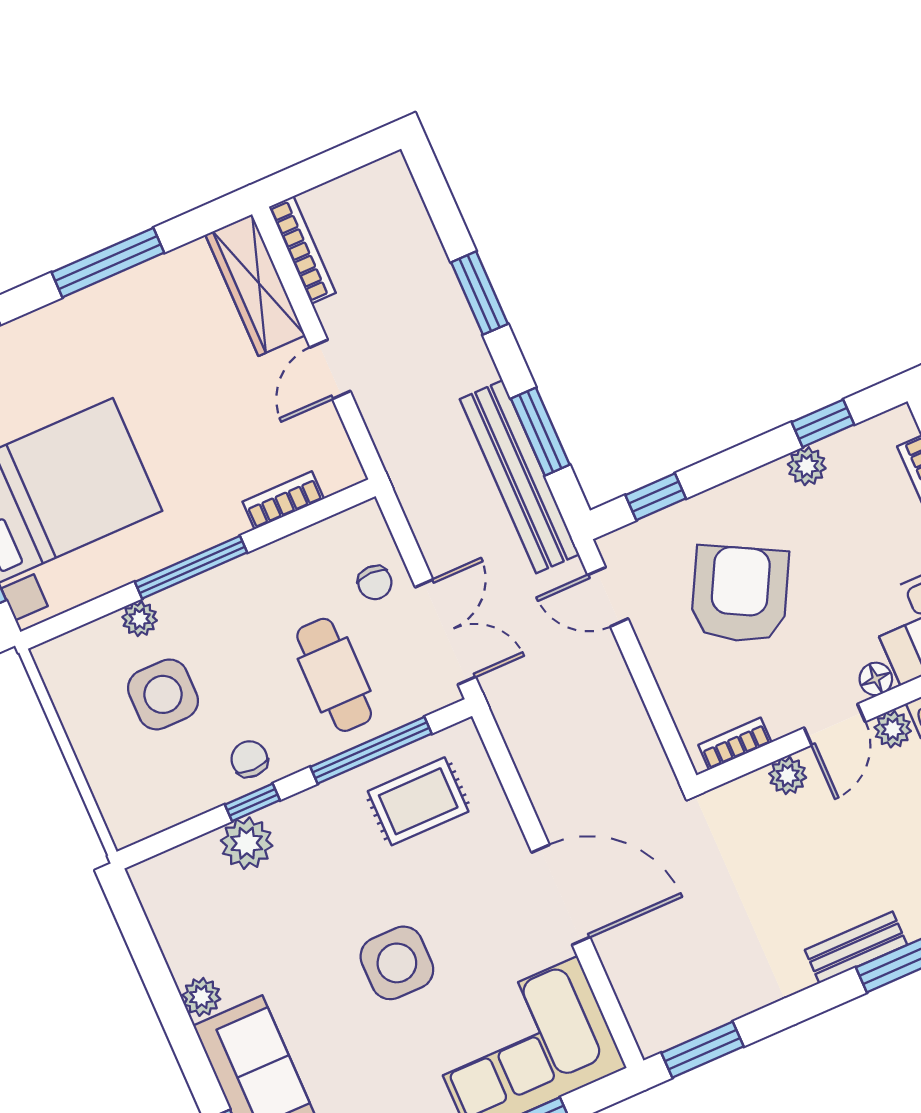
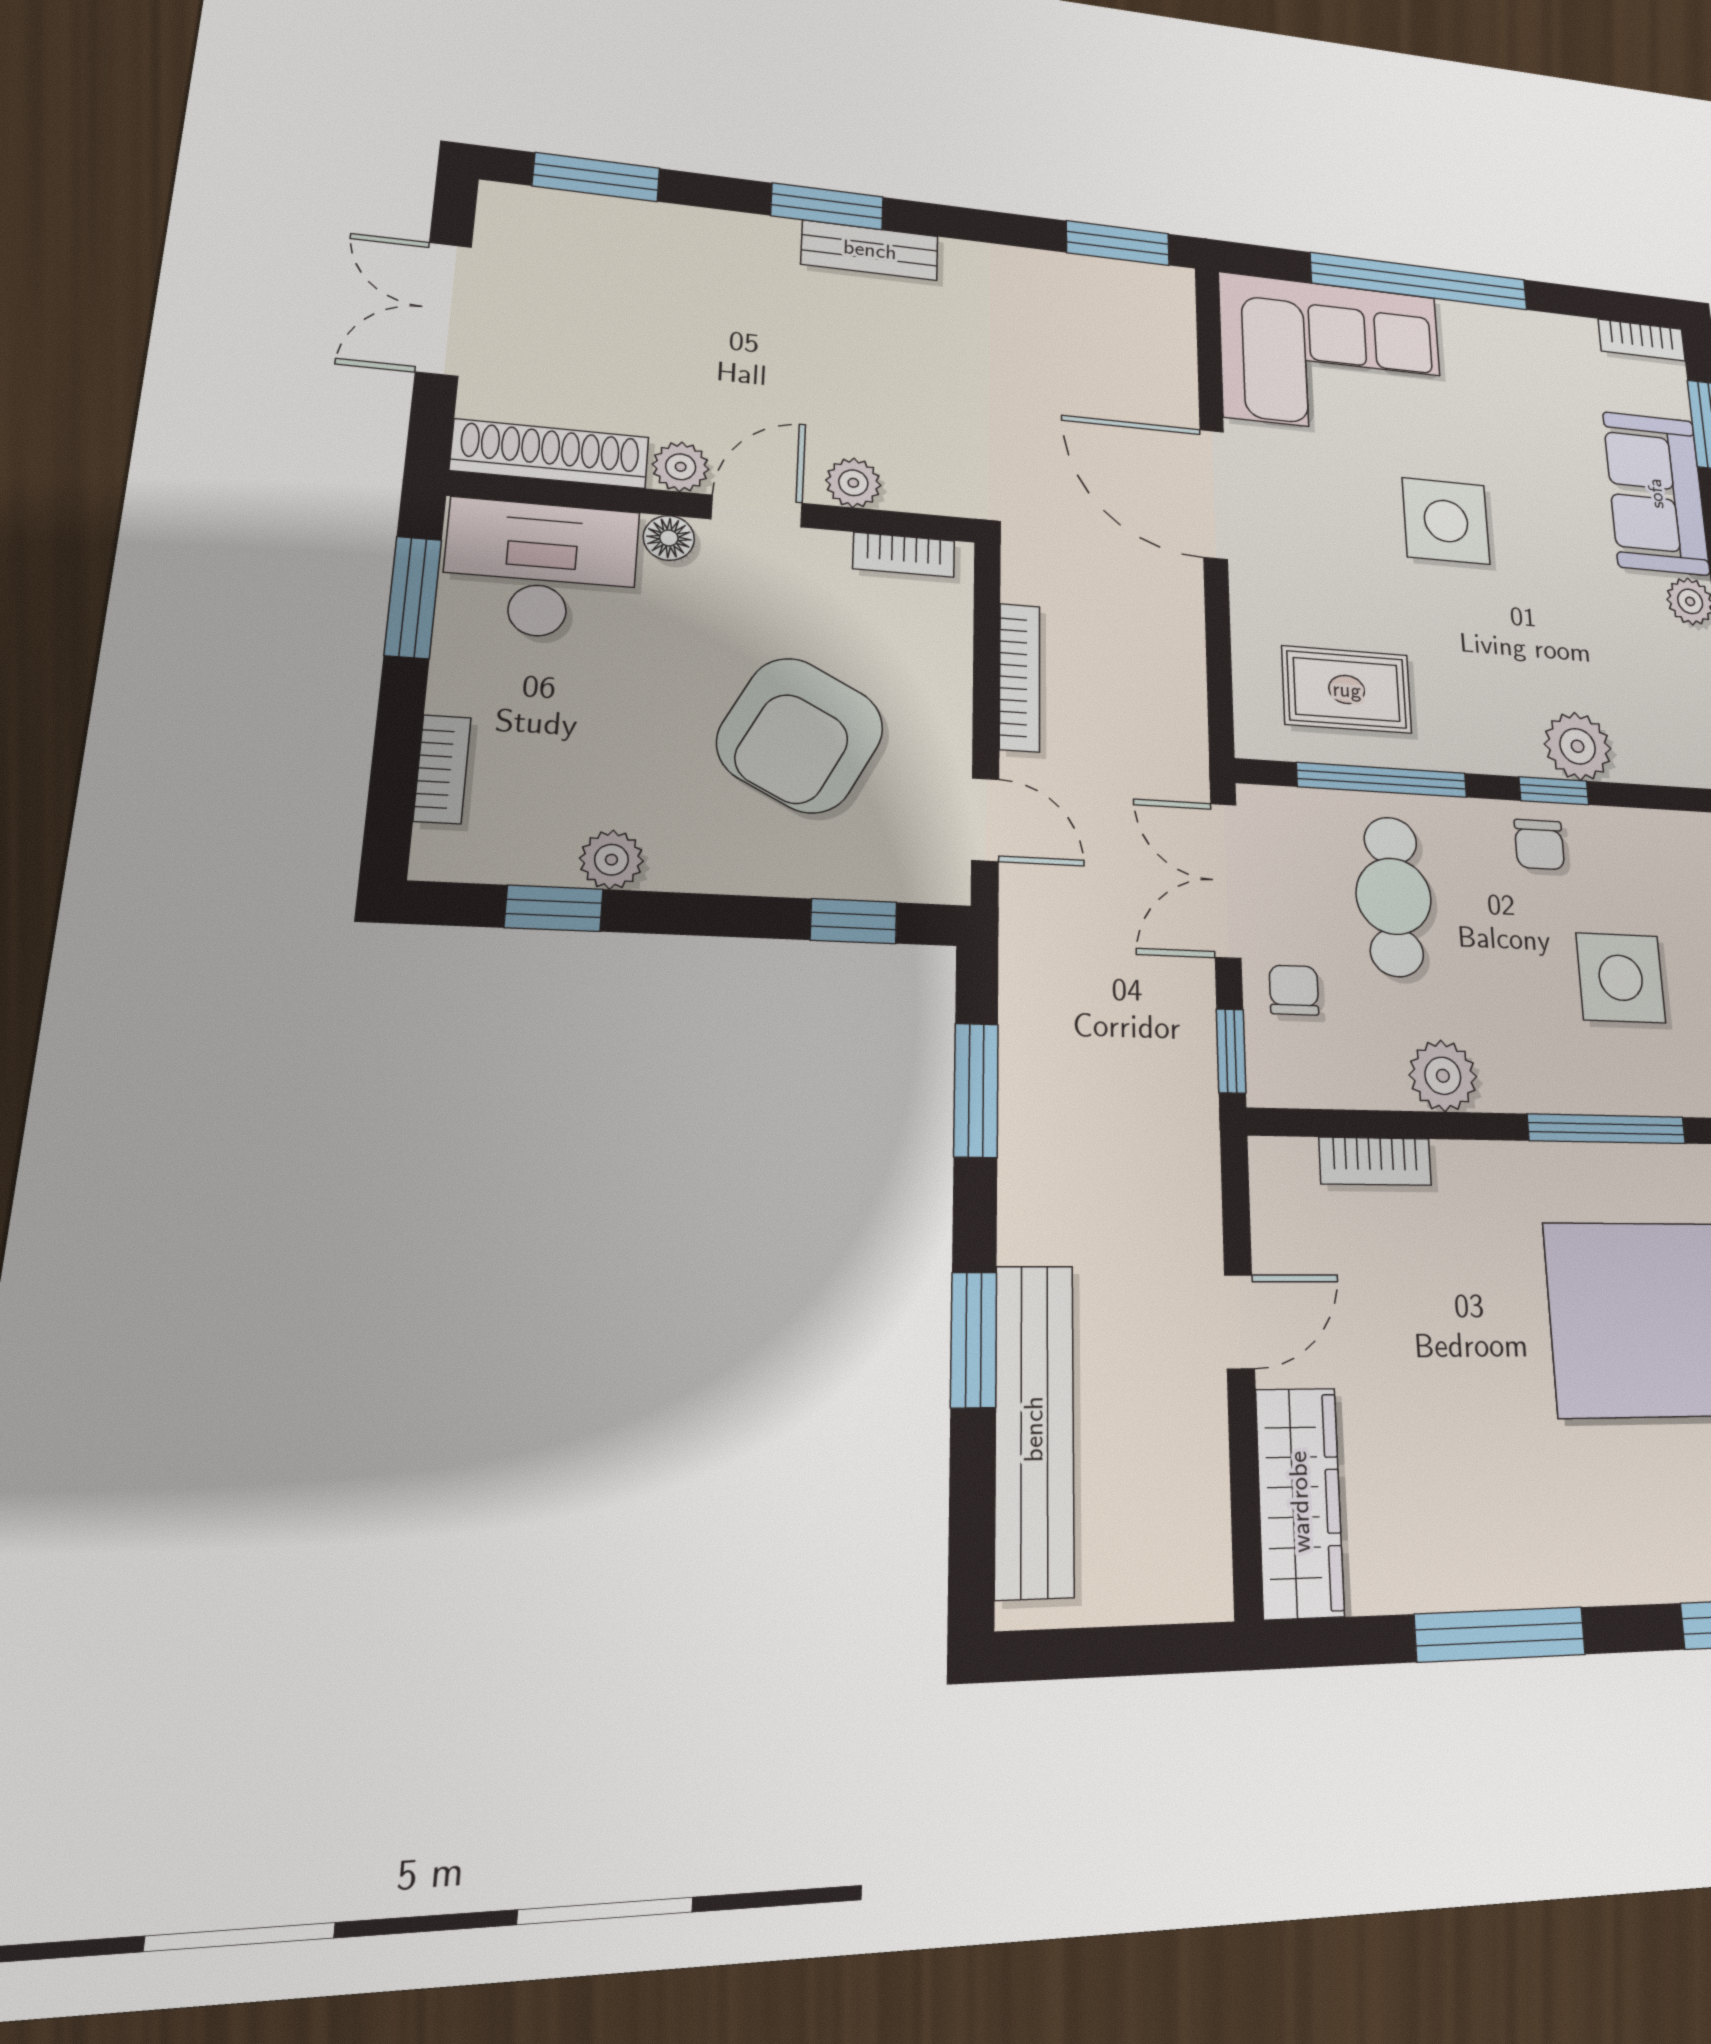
bookcase: (302, 250) -> (1020, 677), moved, turned 180
bench: (519, 477) -> (1034, 1429), moved
window: (399, 526) -> (1231, 1051), added
window: (191, 567) -> (1607, 1129), moved
plant: (140, 619) -> (1443, 1076), moved, width x1.38, depth x1.38

